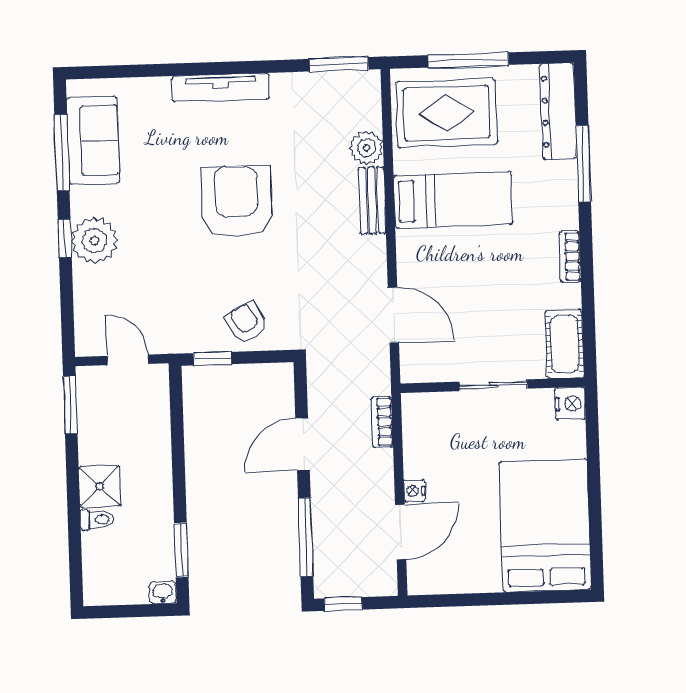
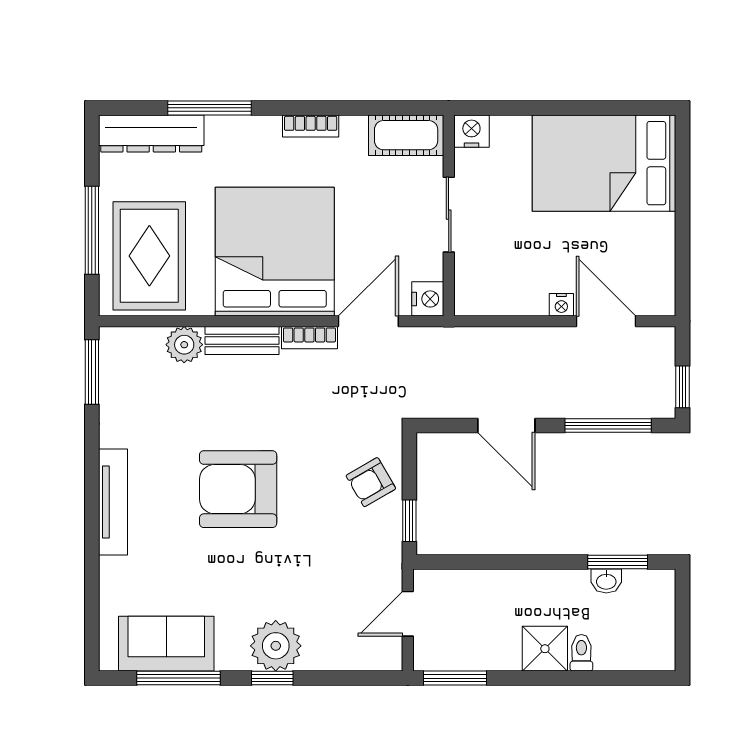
bed: (453, 200) -> (275, 252), width x2.04
nightstand: (416, 369) -> (428, 299), added
bookcase: (382, 422) -> (309, 338), moved
washbasin: (163, 593) -> (606, 581), moved, turned -90

